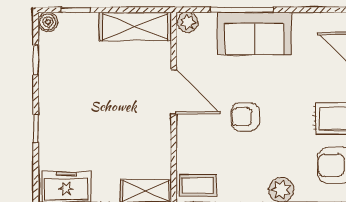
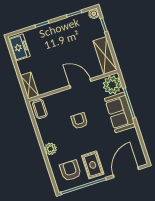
plant: (188, 22) -> (112, 85), width x1.88, depth x1.88
door: (174, 92) -> (80, 83), swing flipped

